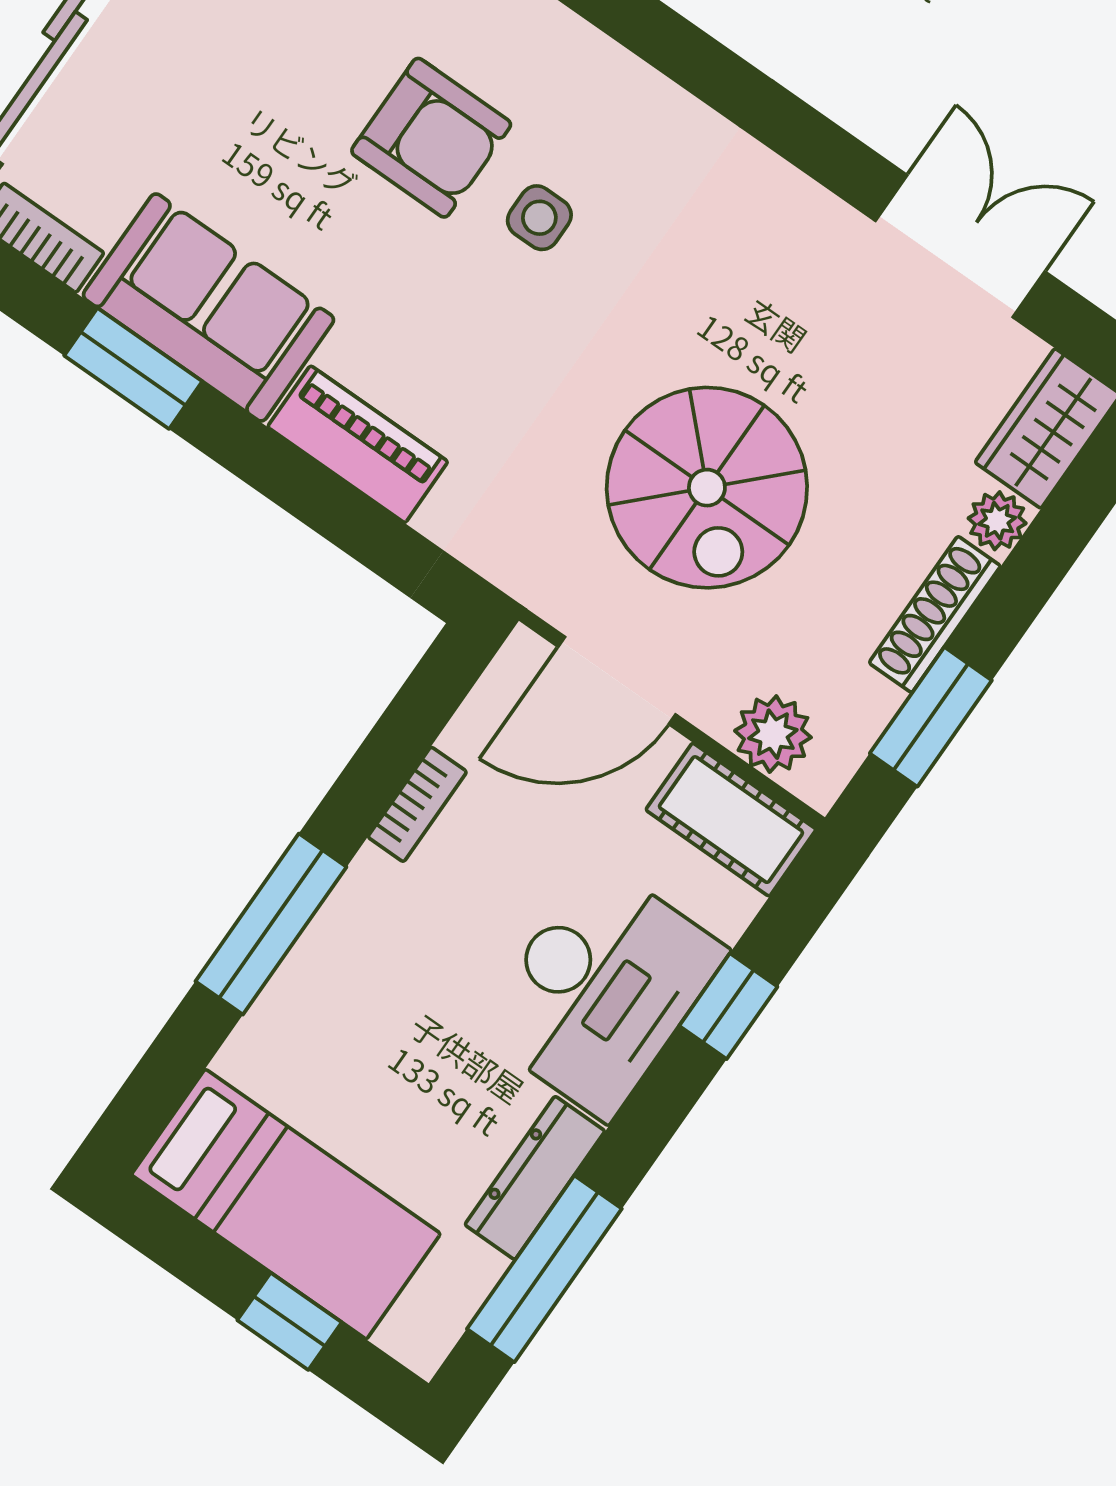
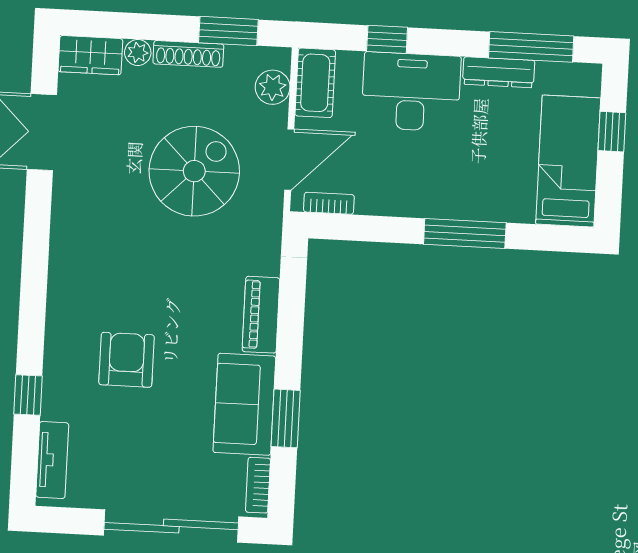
side table: (539, 218) -> (131, 299), removed
door: (617, 681) -> (289, 160), hinge flipped
bookcase: (417, 804) -> (329, 203), moved

